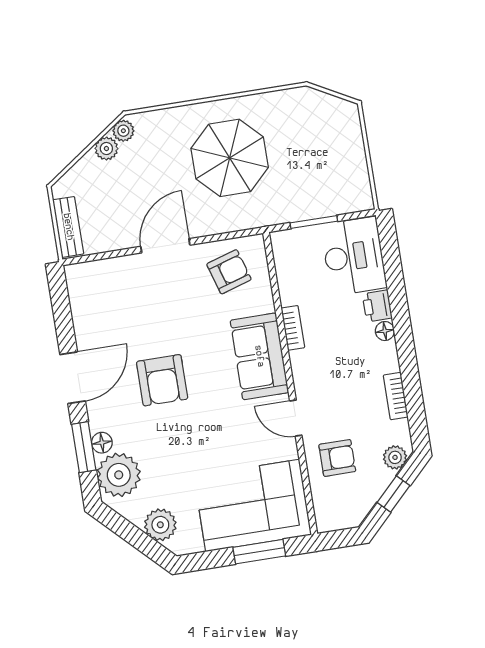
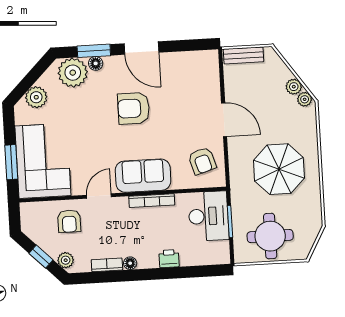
round table: (329, 161) -> (270, 236), added
desk: (354, 256) -> (208, 216), moved, turned -90
bookcase: (293, 328) -> (152, 201), width x1.56
floor lamp: (385, 331) -> (130, 263), moved

